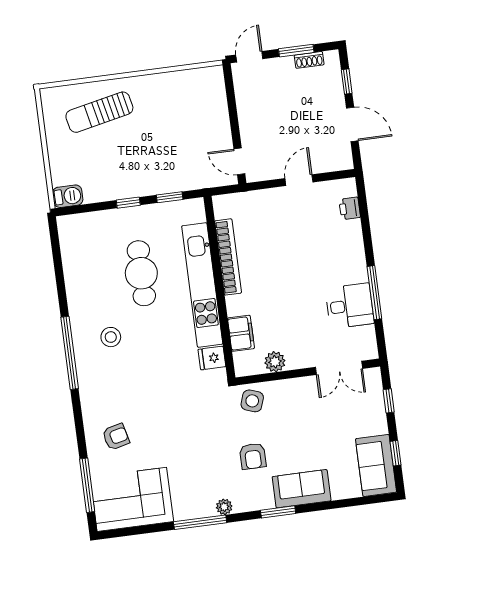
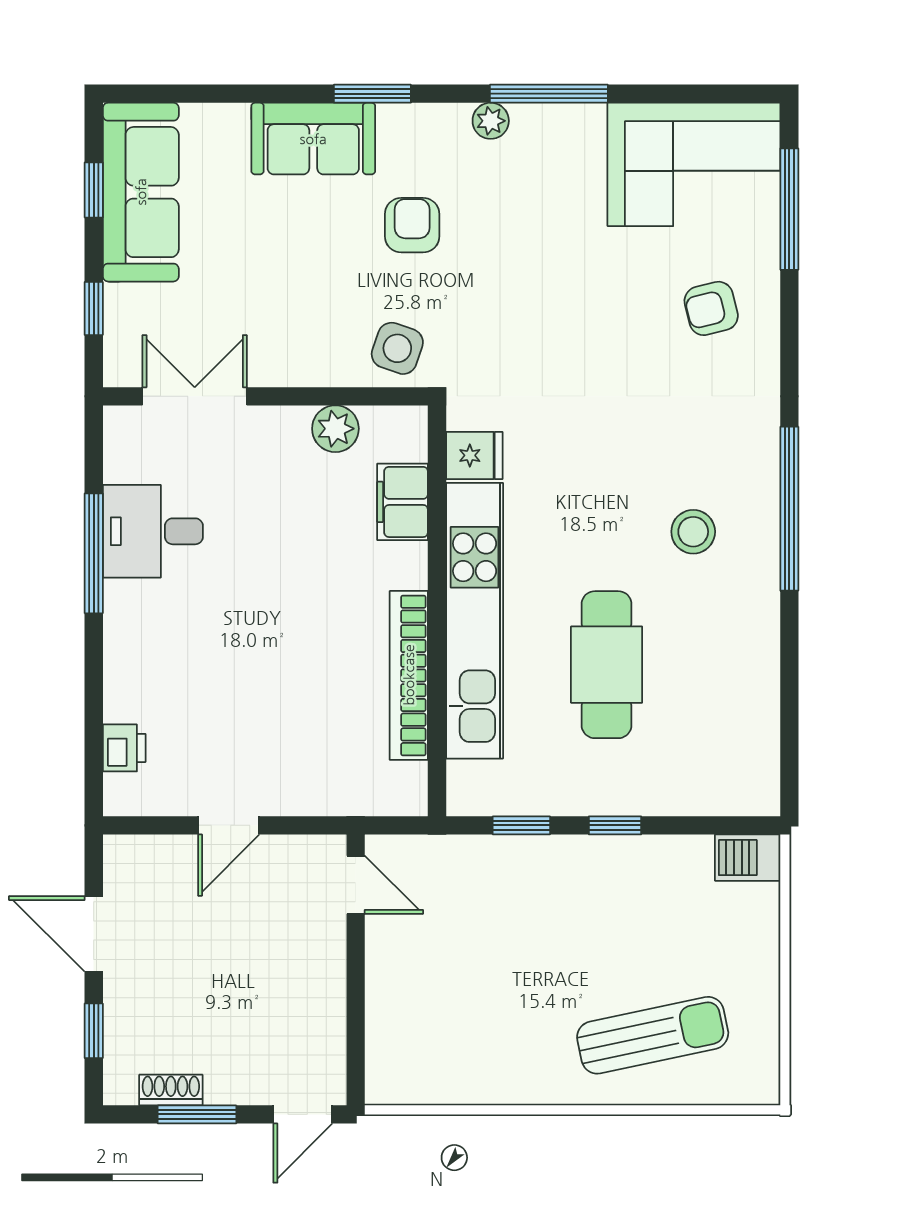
sofa: (376, 465) -> (141, 192), width x1.36

